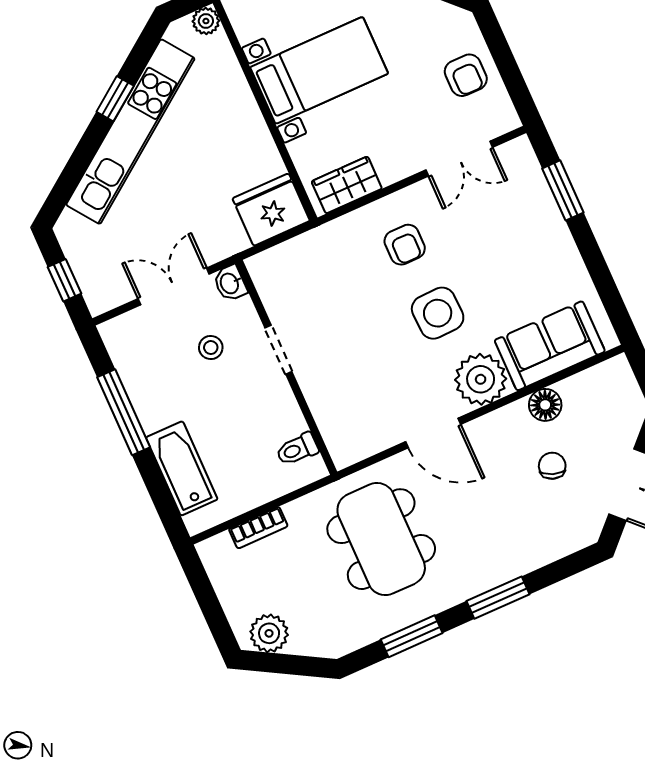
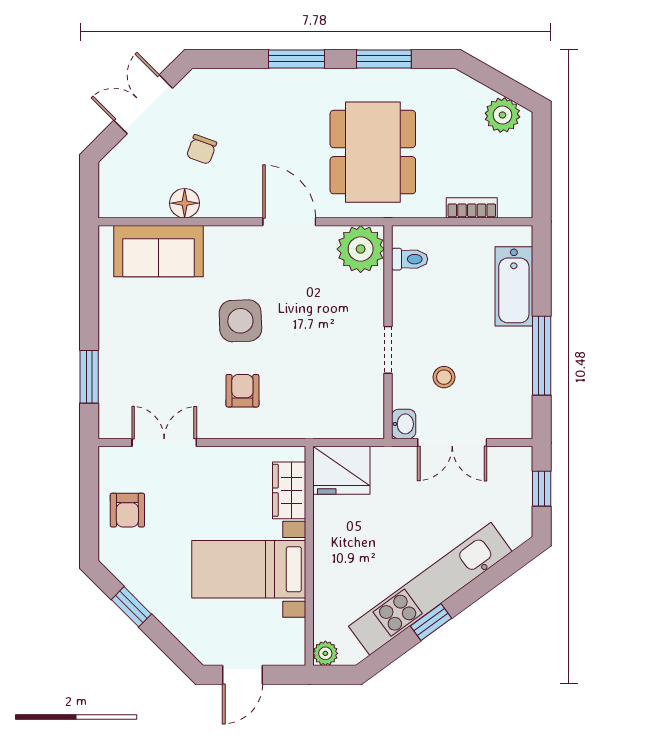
armchair: (466, 75) -> (127, 510), turned 180
wardrobe: (347, 185) -> (289, 490), moved, turned 90
plant: (481, 379) -> (361, 249), moved

